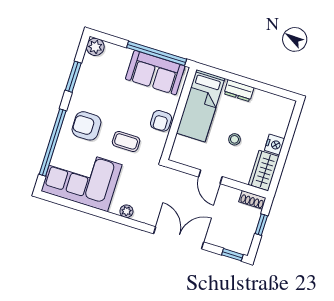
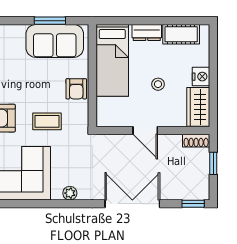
window: (157, 53) -> (50, 21), width x0.47
cot: (269, 102) -> (181, 34), added

